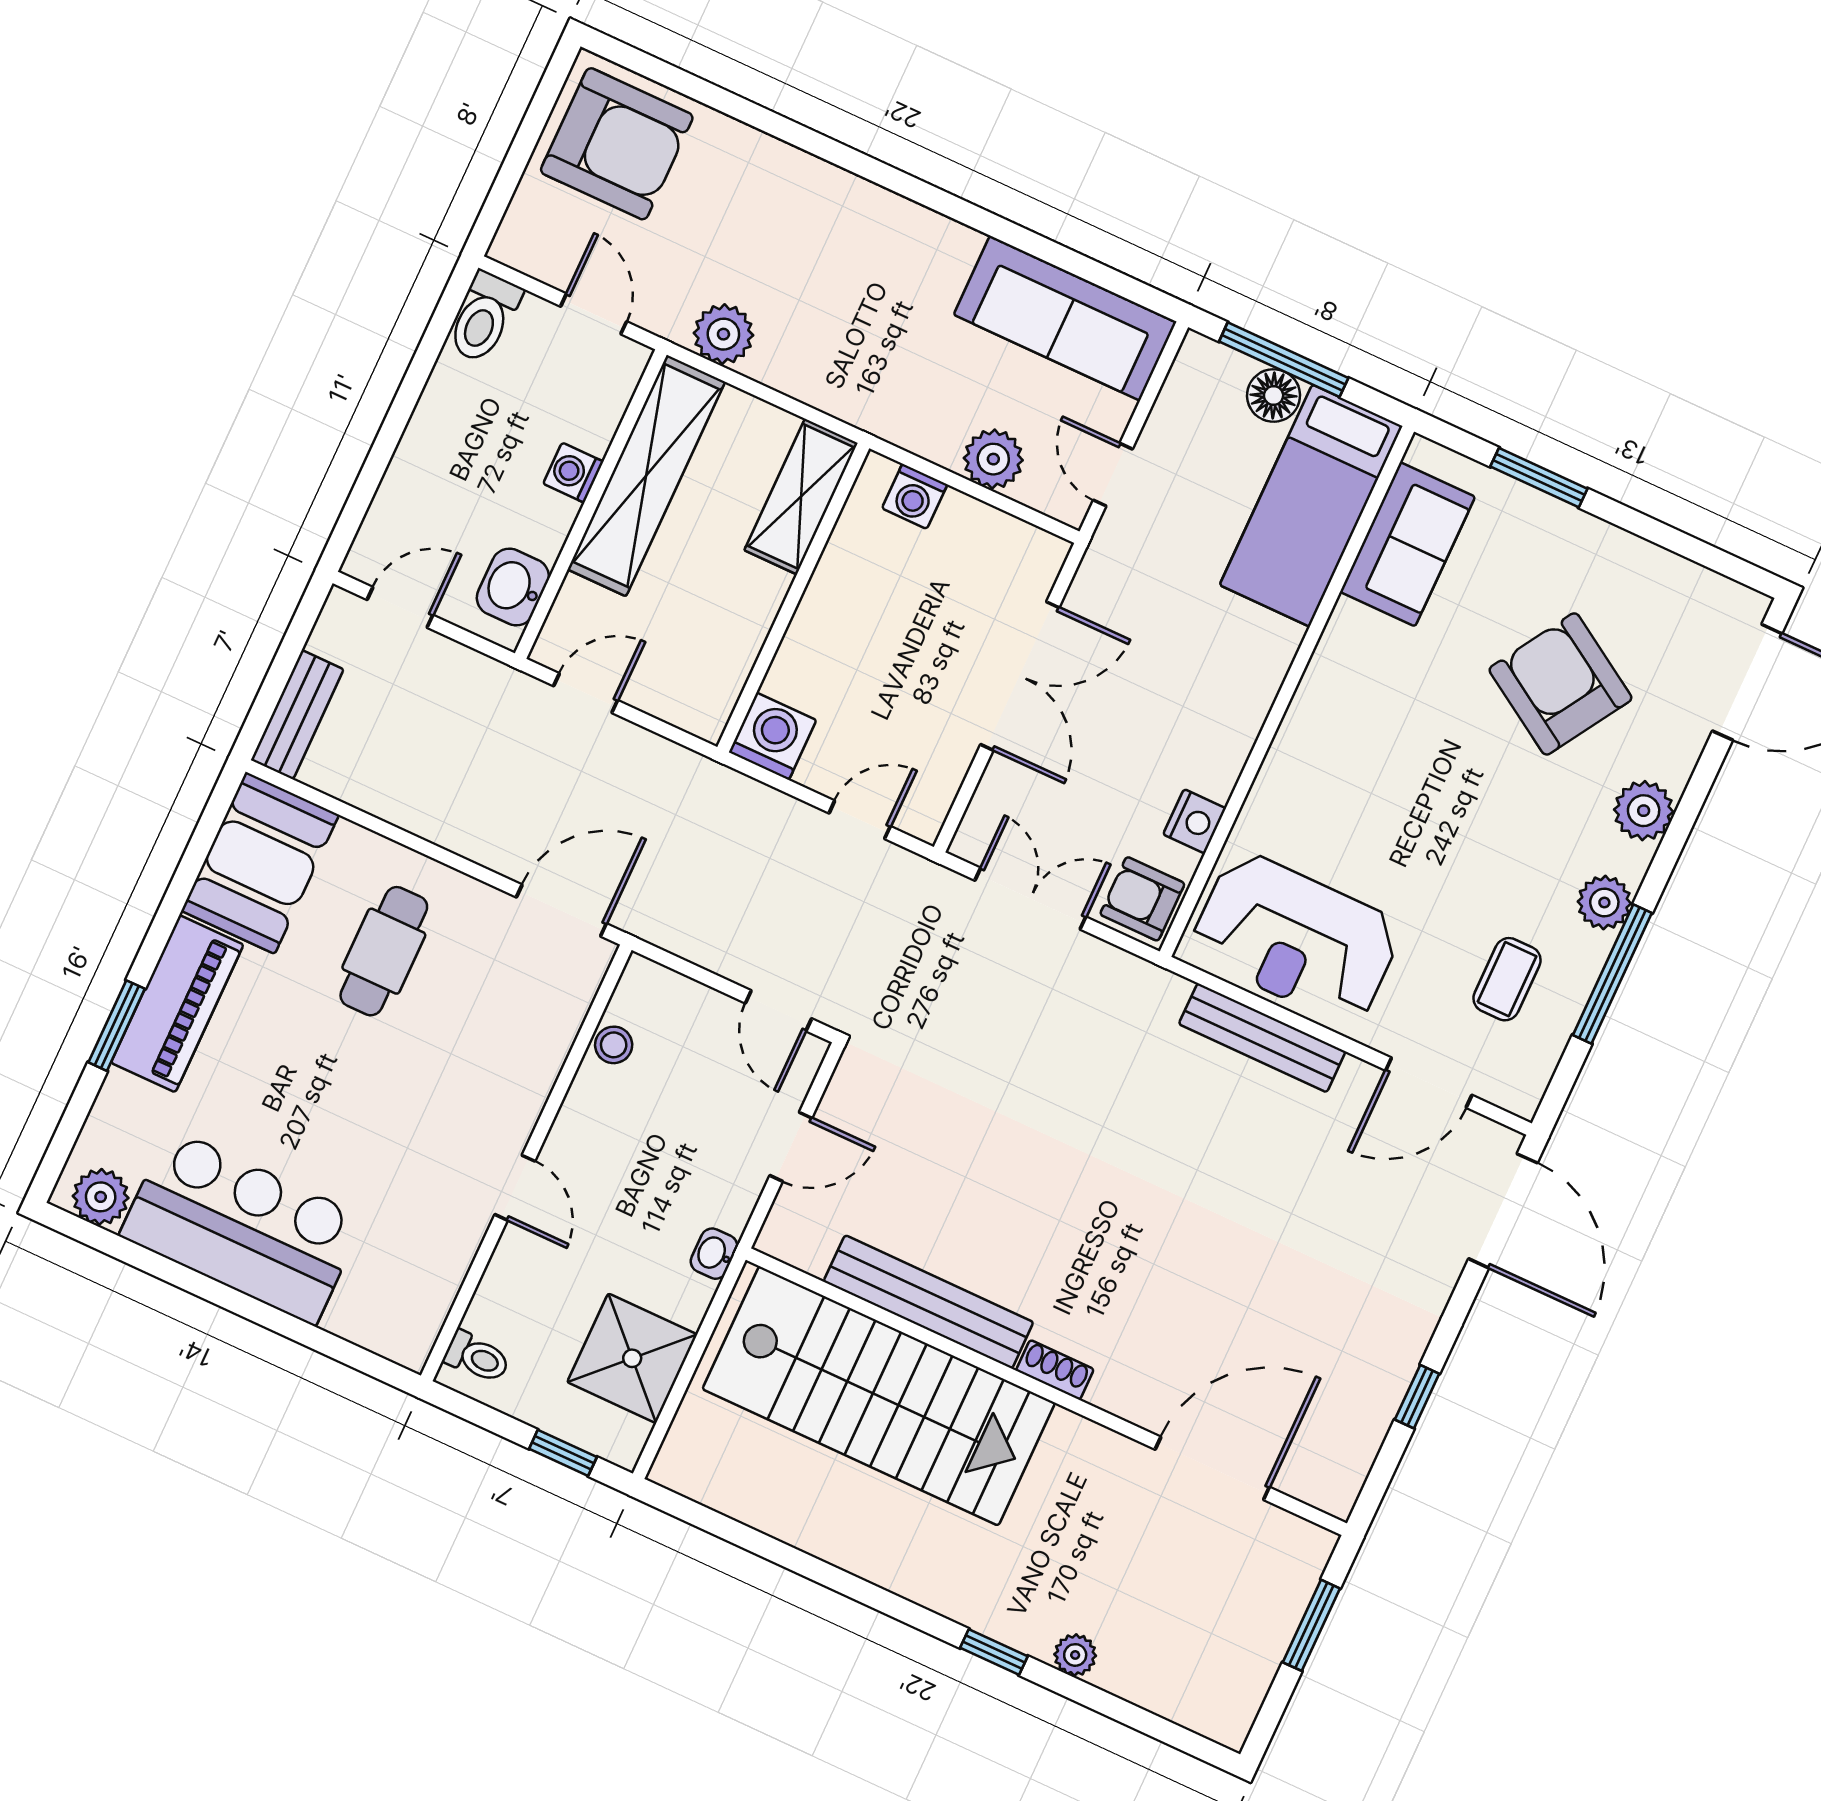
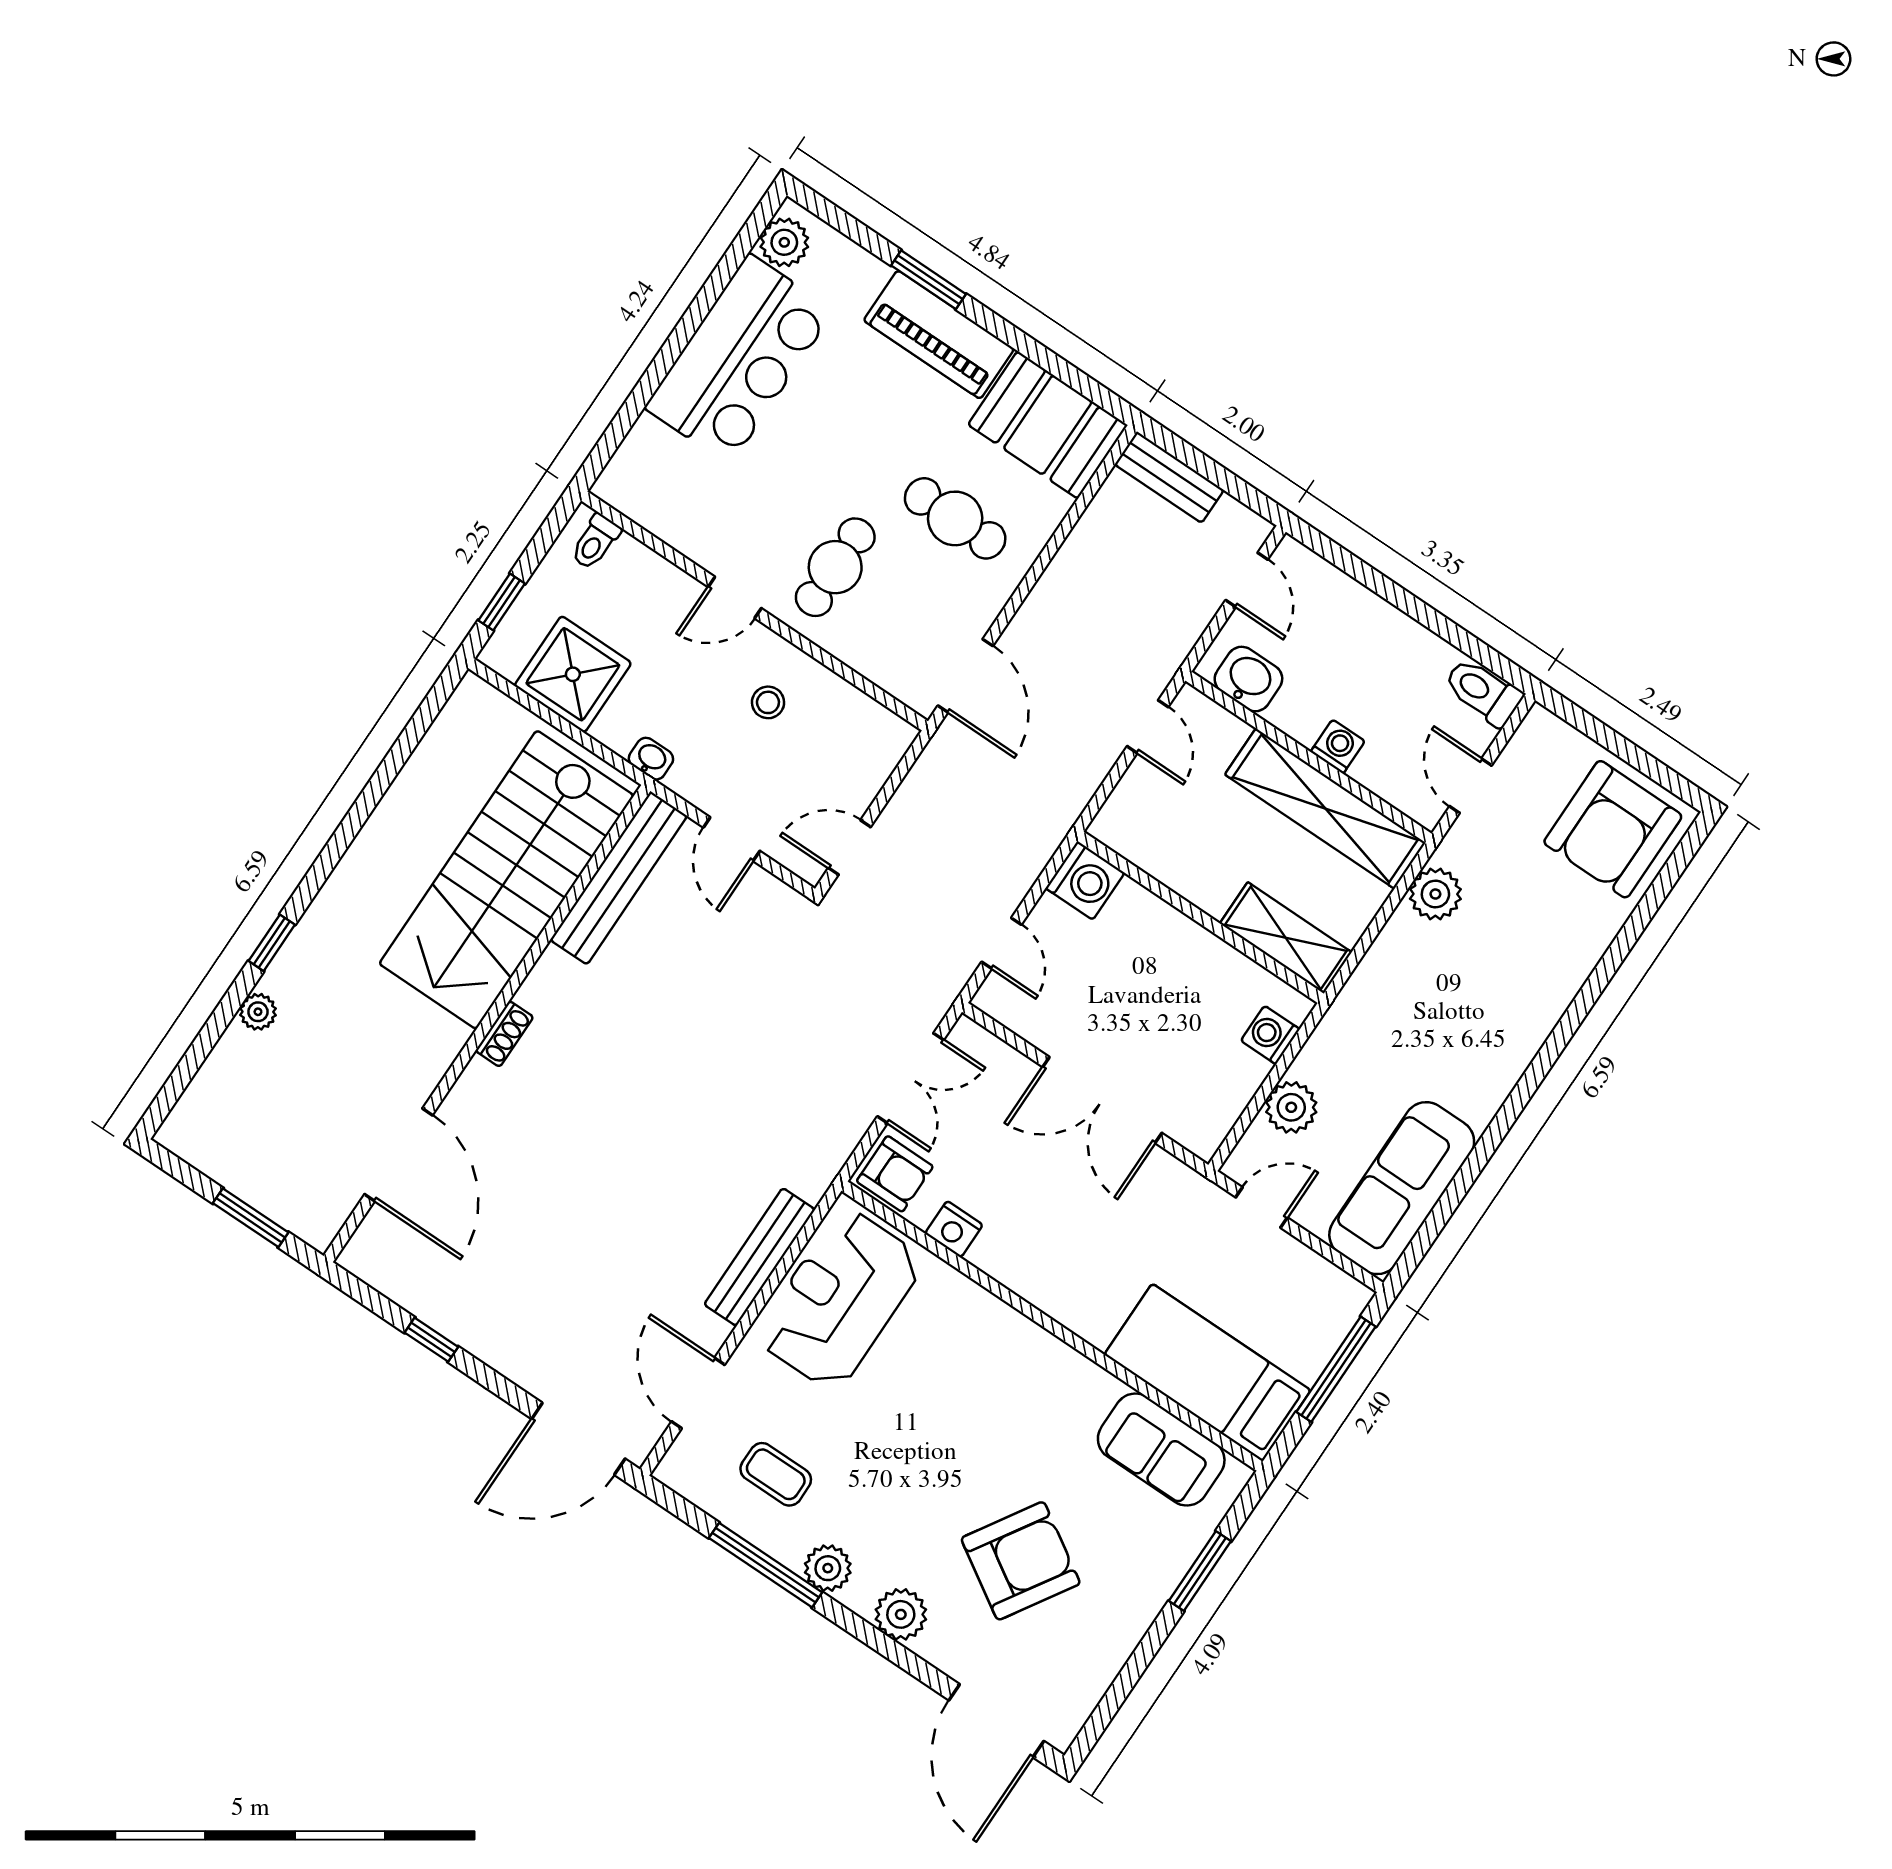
door: (594, 314) -> (1471, 786), swing flipped
floor lamp: (1274, 395) -> (1307, 1356), removed
armchair: (1142, 899) -> (895, 1174), turned 90
stool: (614, 1045) -> (768, 702), moved
cafe table: (462, 1079) -> (835, 567), added
bench: (928, 1302) -> (619, 878), moved

